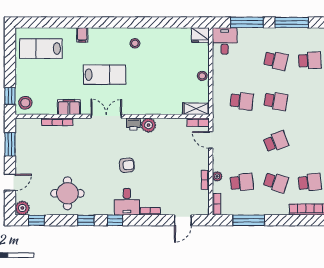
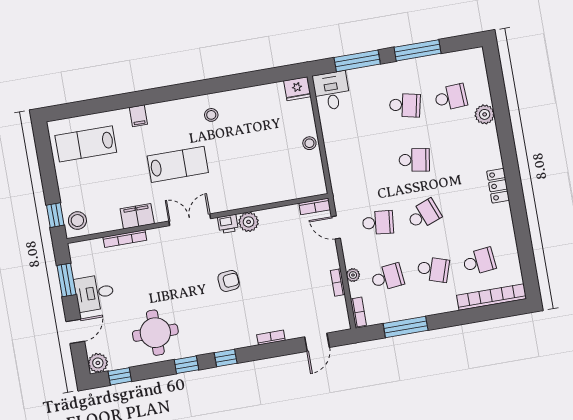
school desk: (242, 101) -> (378, 223), moved
shelving: (196, 109) -> (309, 189), removed
desk: (127, 202) -> (94, 293), moved, turned 90

